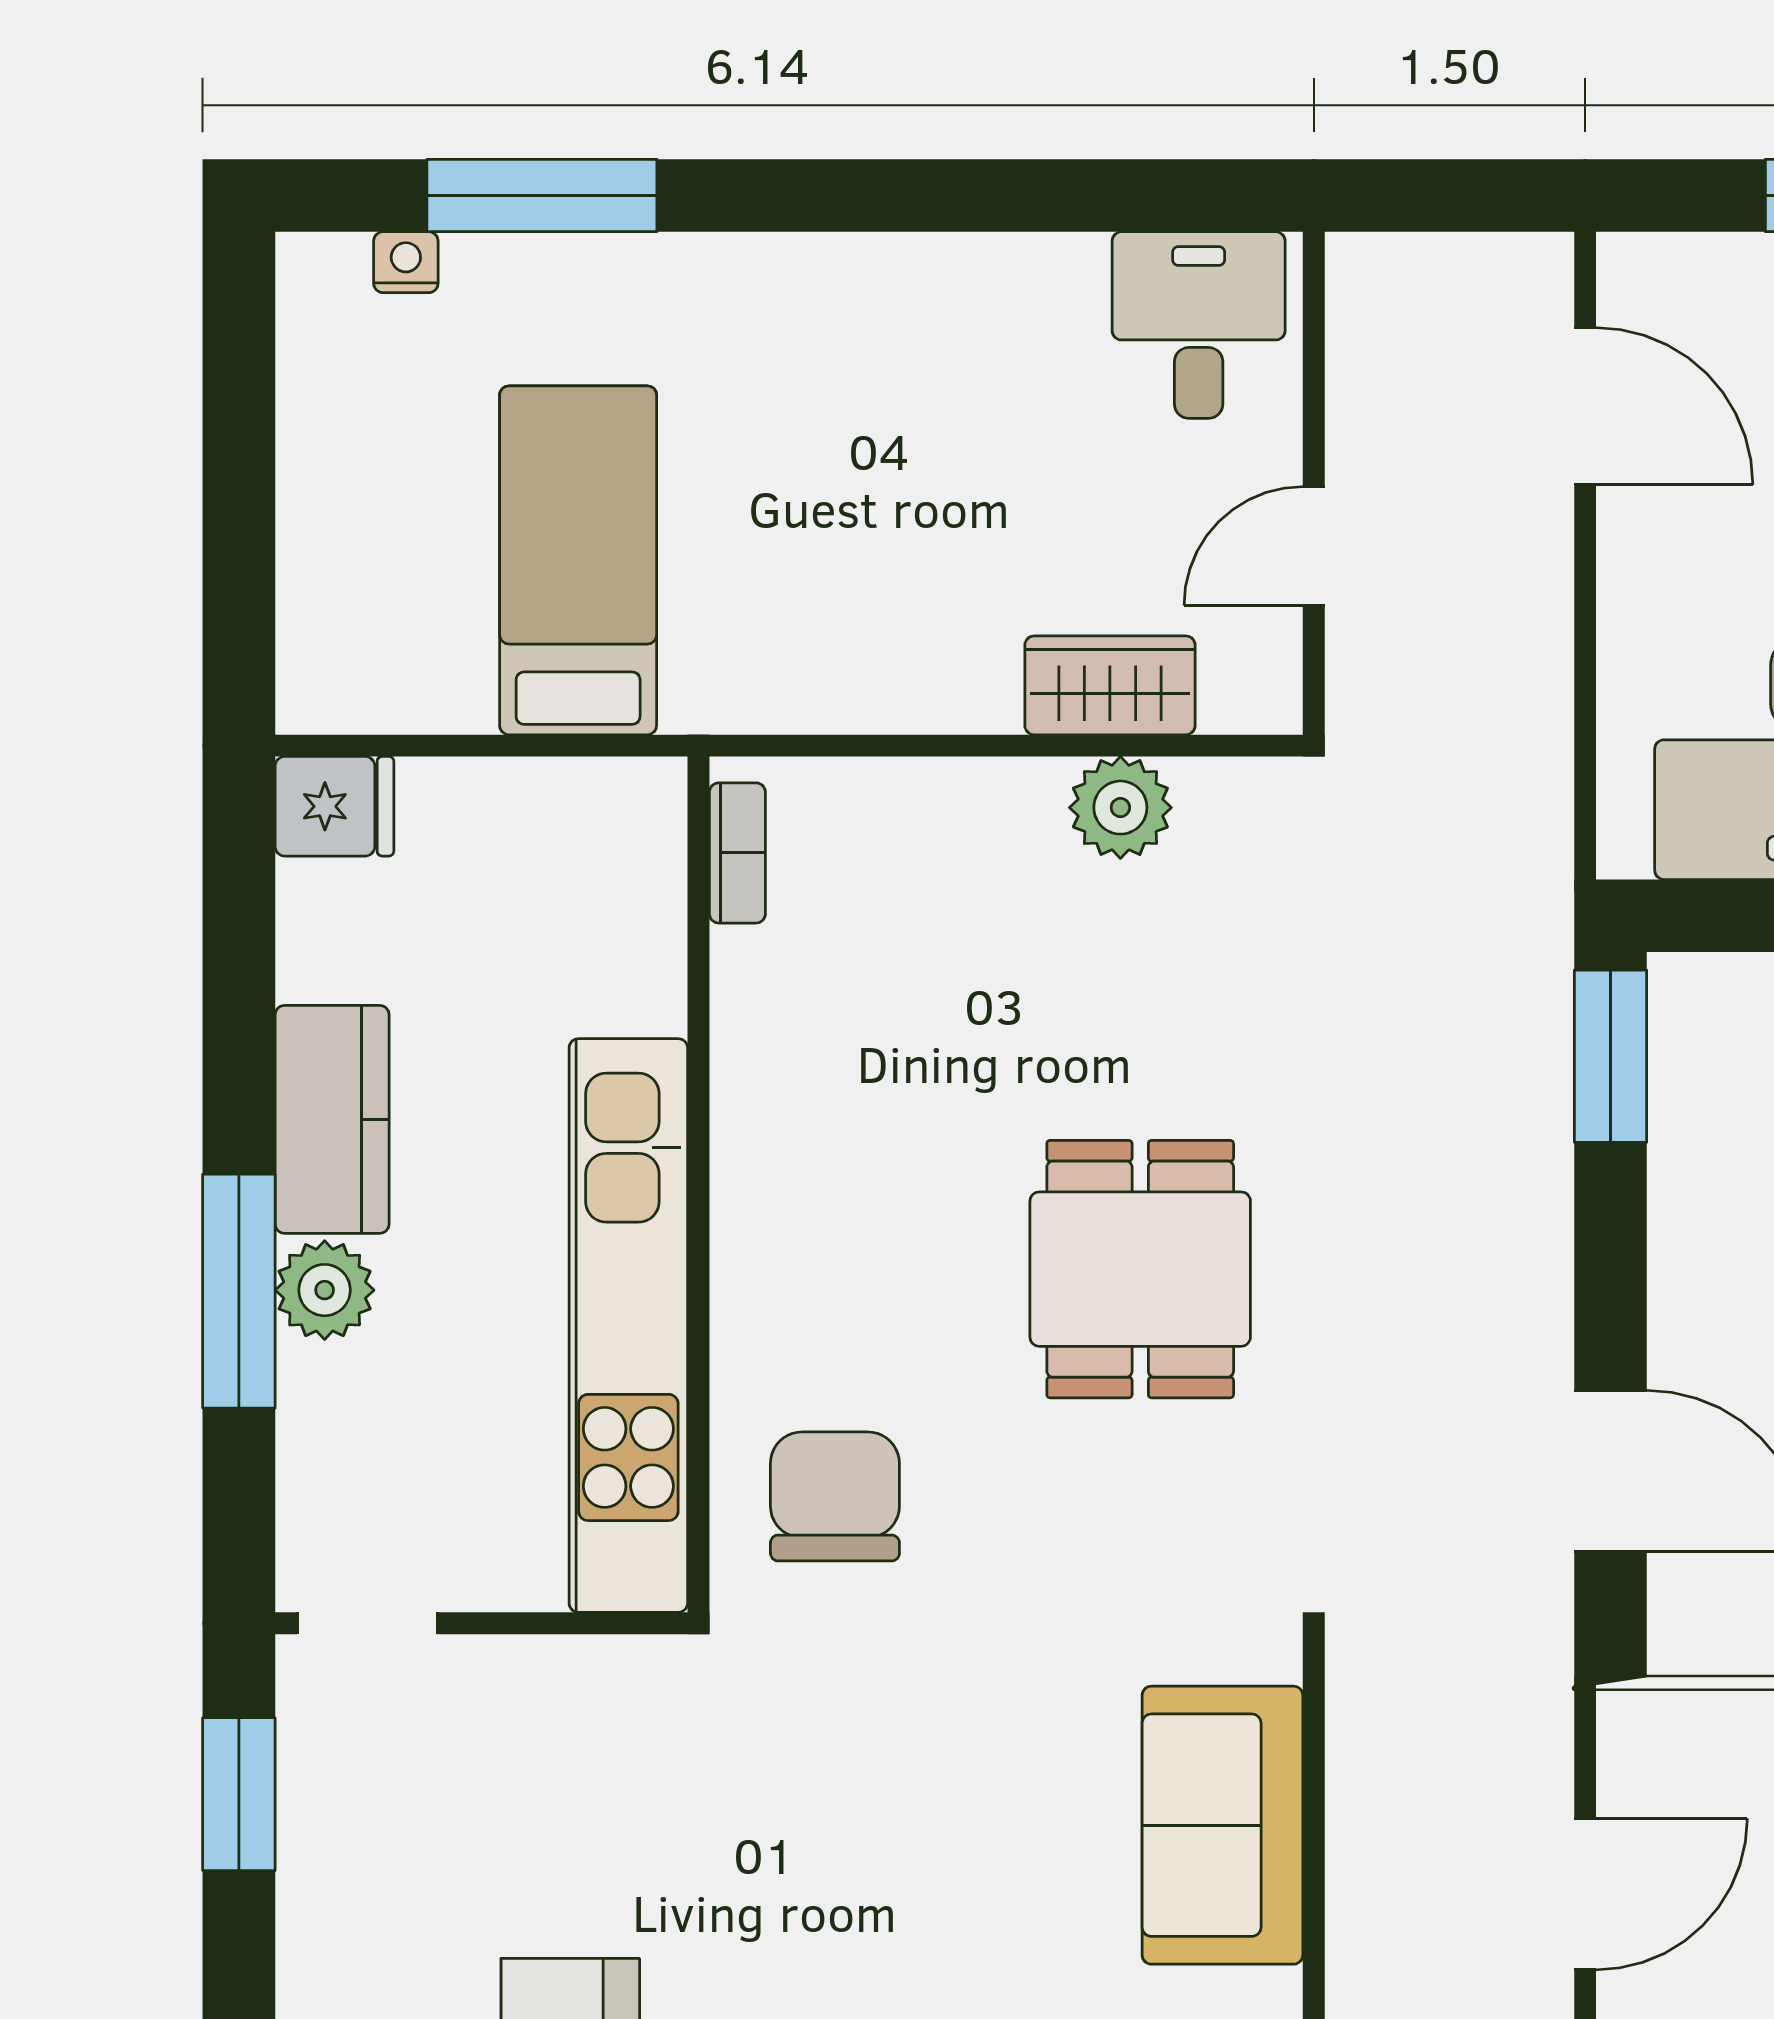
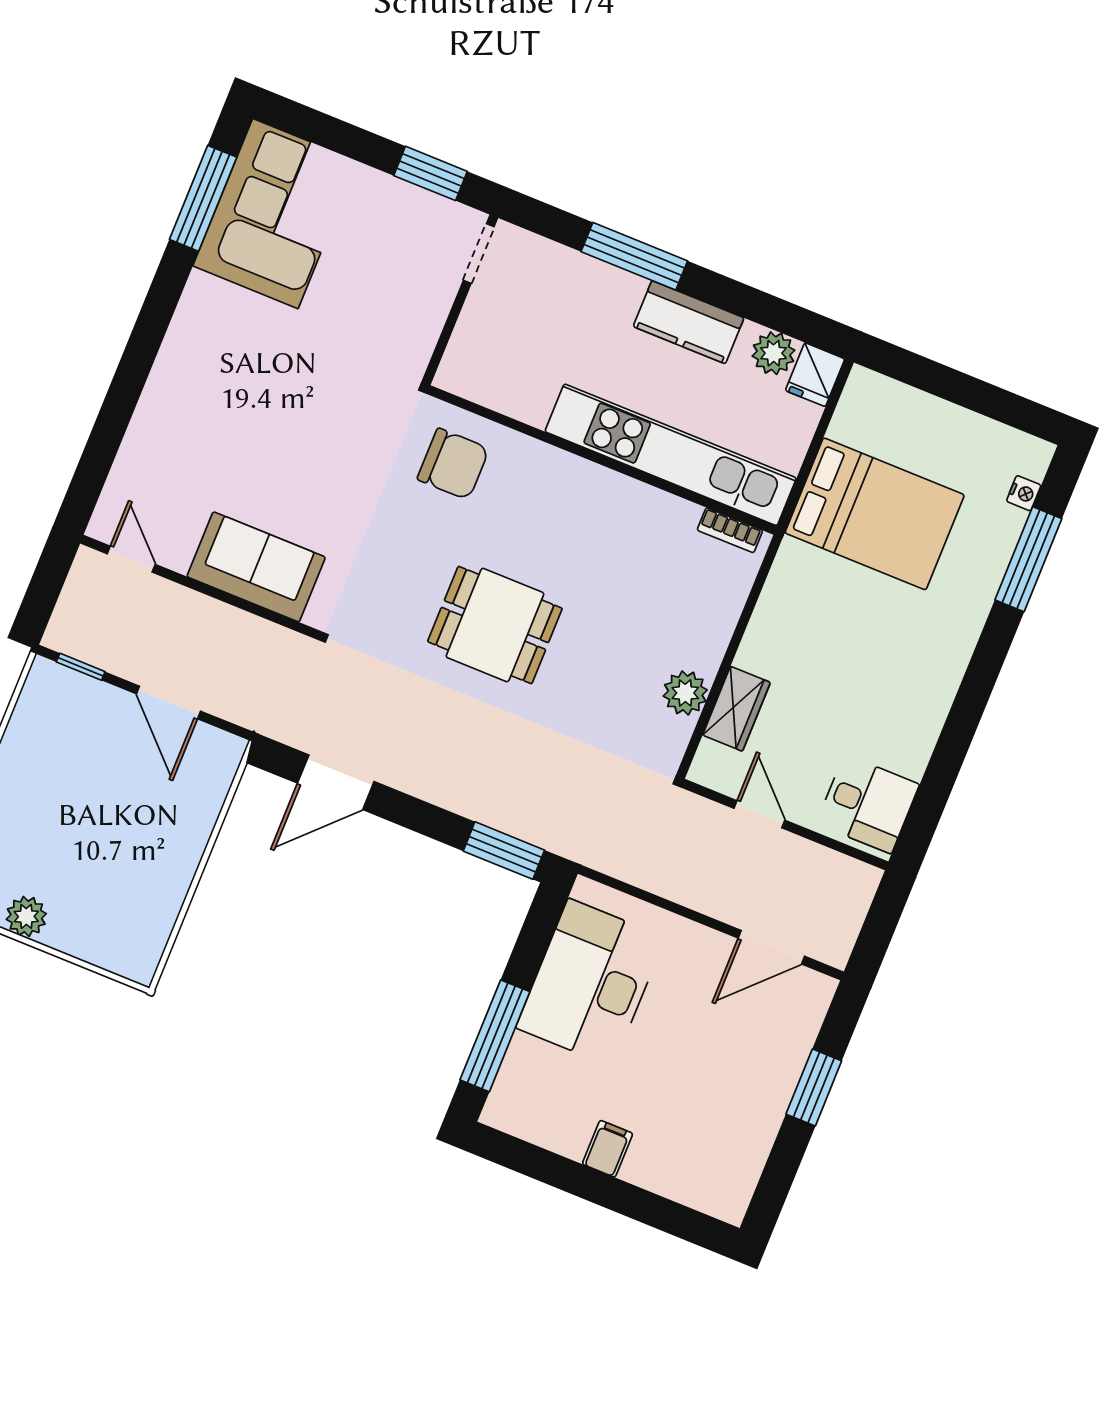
bed: (578, 560) -> (875, 514), width x1.50
plant: (325, 1290) -> (774, 353), moved
kitchen unit: (628, 1326) -> (671, 455), moved

